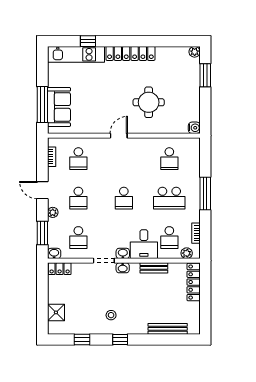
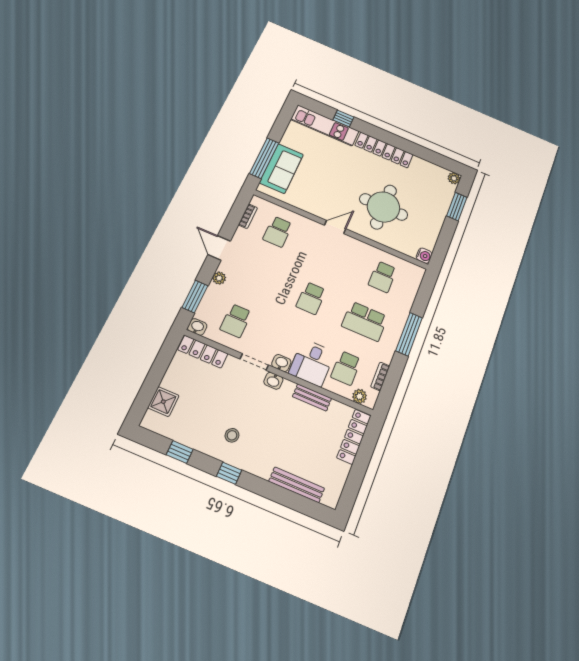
round table: (149, 102) -> (384, 207), width x1.36, depth x1.36
school desk: (78, 198) -> (257, 275), removed
locker: (60, 269) -> (203, 352), width x1.53

